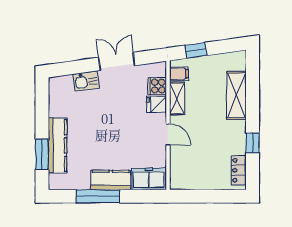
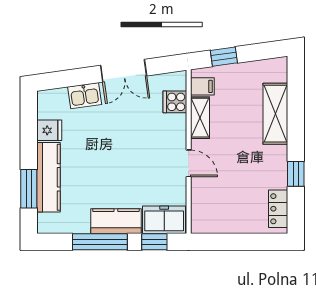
double door: (117, 61) -> (124, 71), swing flipped
fridge: (157, 104) -> (49, 130), moved, turned 180
window: (141, 196) -> (154, 242), added

